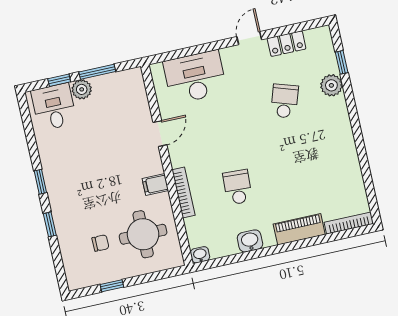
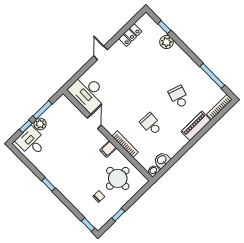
door: (249, 38) -> (101, 53), moved
desk: (195, 77) -> (88, 93), moved, turned -90
school desk: (285, 101) -> (179, 97), moved
window: (366, 173) -> (212, 76), added
window: (50, 224) -> (88, 225), moved
washbasin: (250, 241) -> (162, 160), moved

